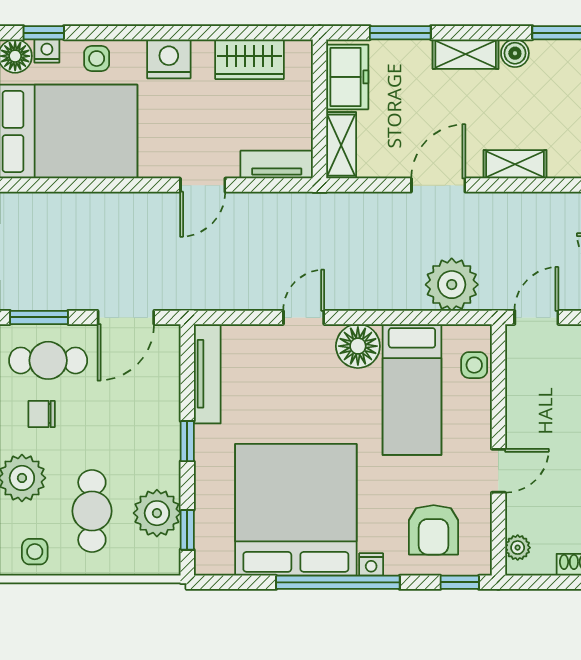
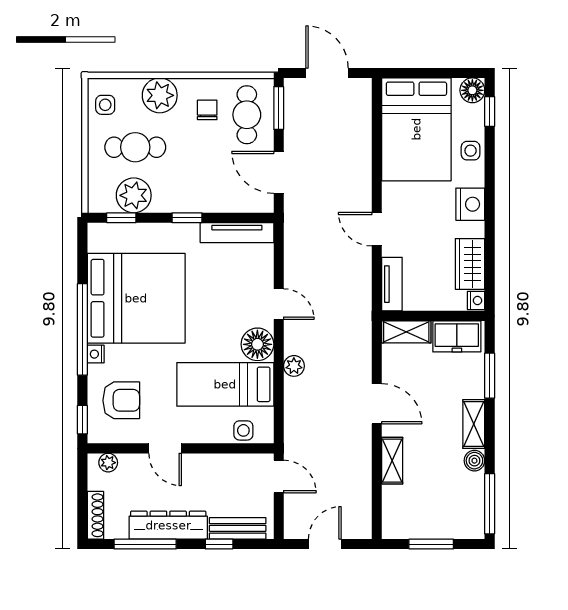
nightstand: (47, 51) -> (476, 300), moved
plant: (452, 285) -> (294, 366), moved, width x0.53, depth x0.53
armchair: (434, 530) -> (121, 400), turned 180

